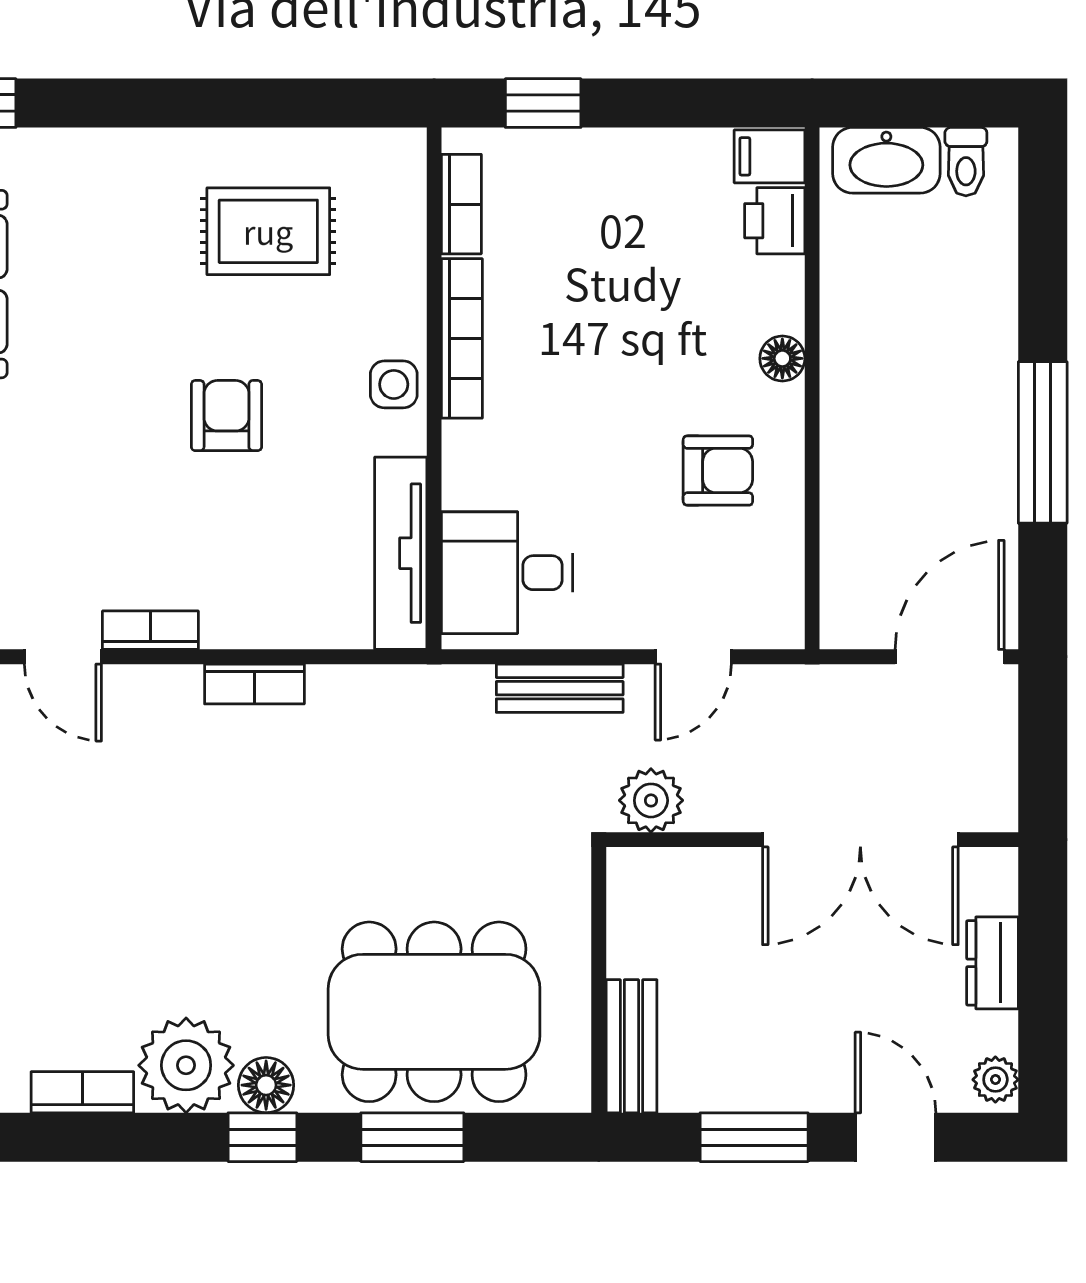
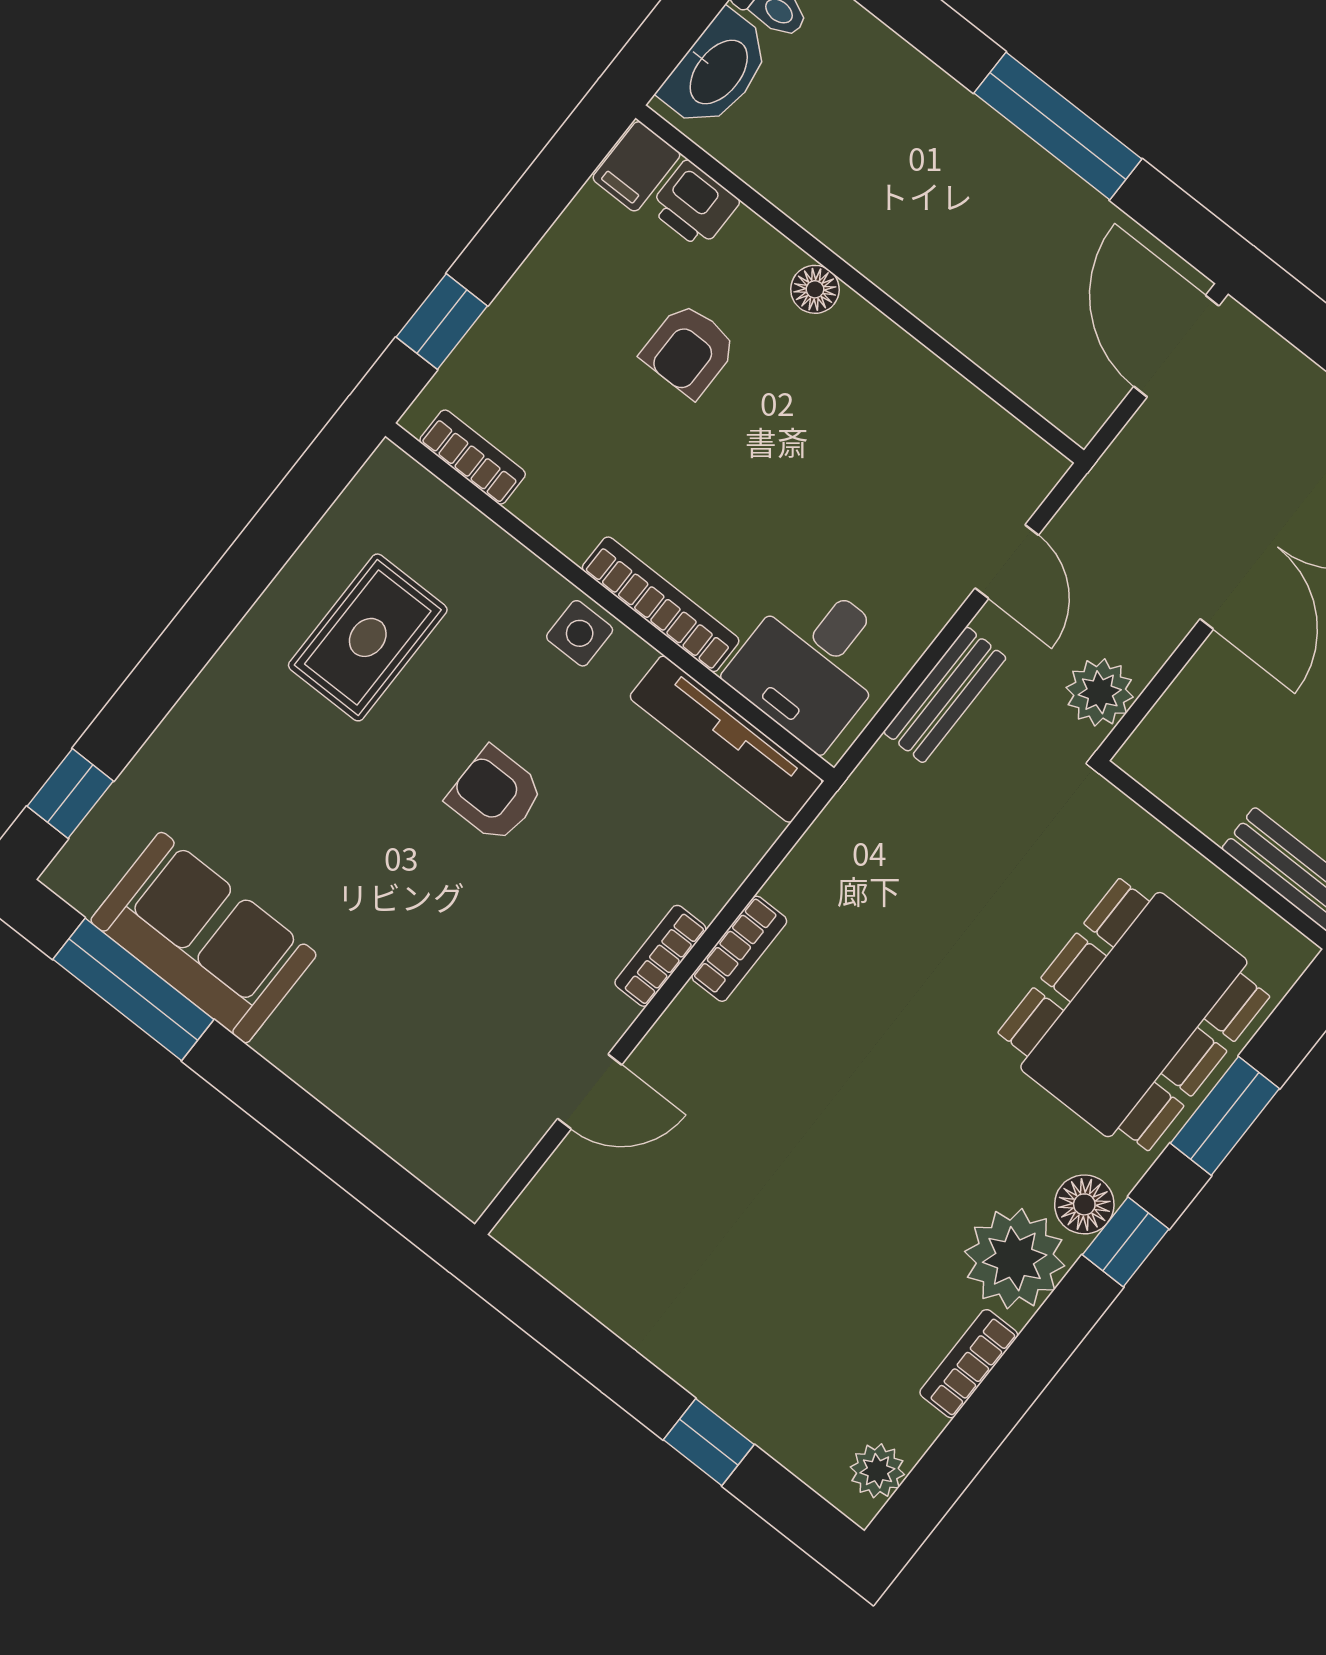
bookcase: (462, 338) -> (661, 604), moved
armchair: (718, 471) -> (689, 350), moved, turned 180
bookcase: (150, 630) -> (660, 956), moved

